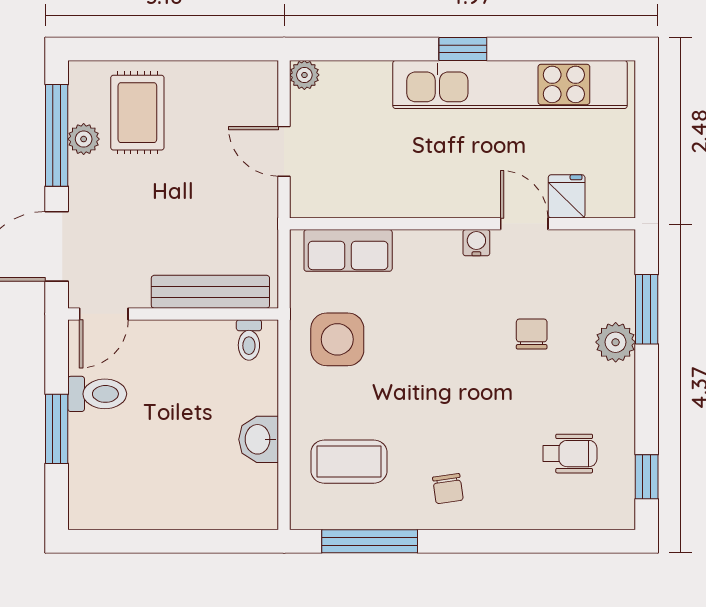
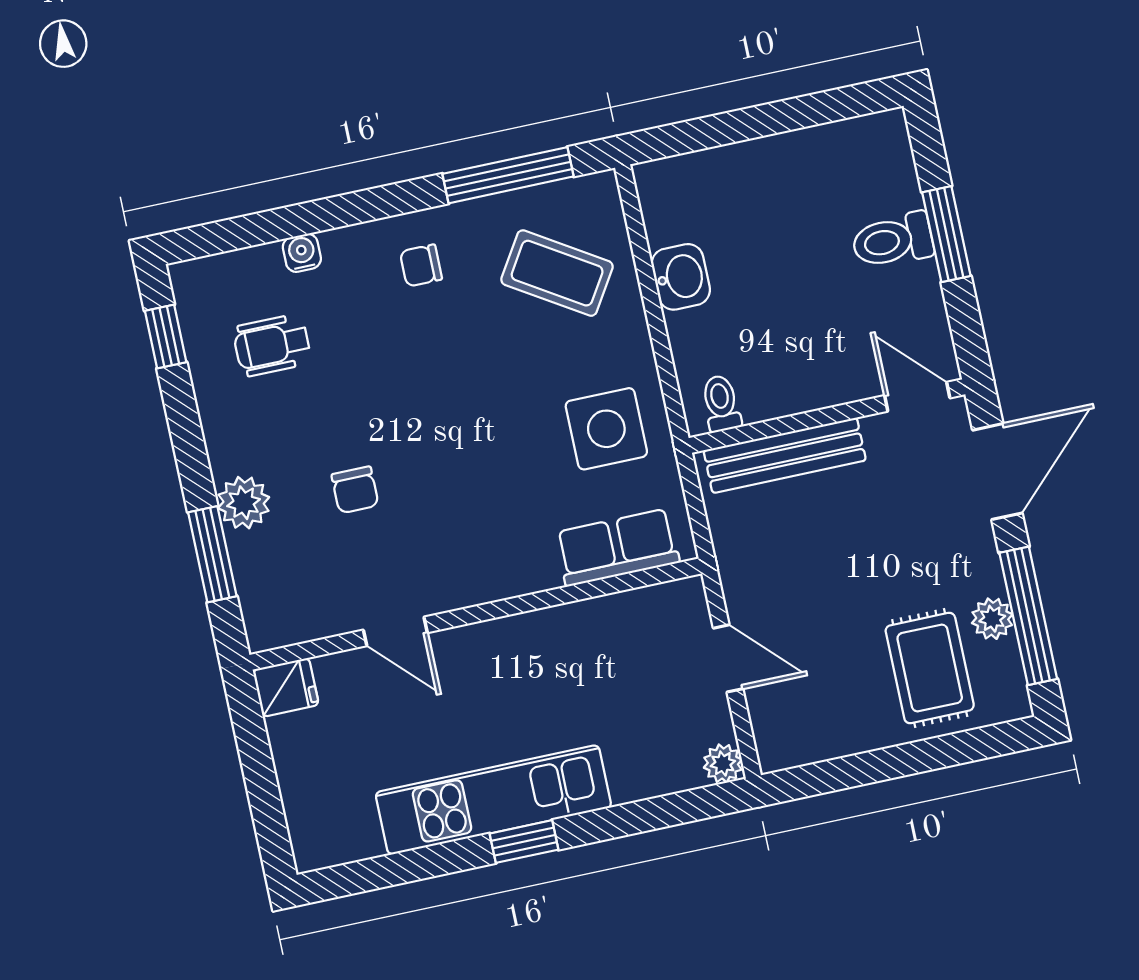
kitchen unit: (510, 84) -> (493, 800), width x0.73
fridge: (567, 196) -> (286, 687), moved, turned -90
water cooler: (476, 243) -> (302, 253), moved, turned 180
door: (104, 314) -> (917, 397), hinge flipped
toilet: (97, 394) -> (893, 240), moved
coffee table: (349, 462) -> (557, 273), turned 32
chair: (448, 489) -> (421, 266), turned -82

